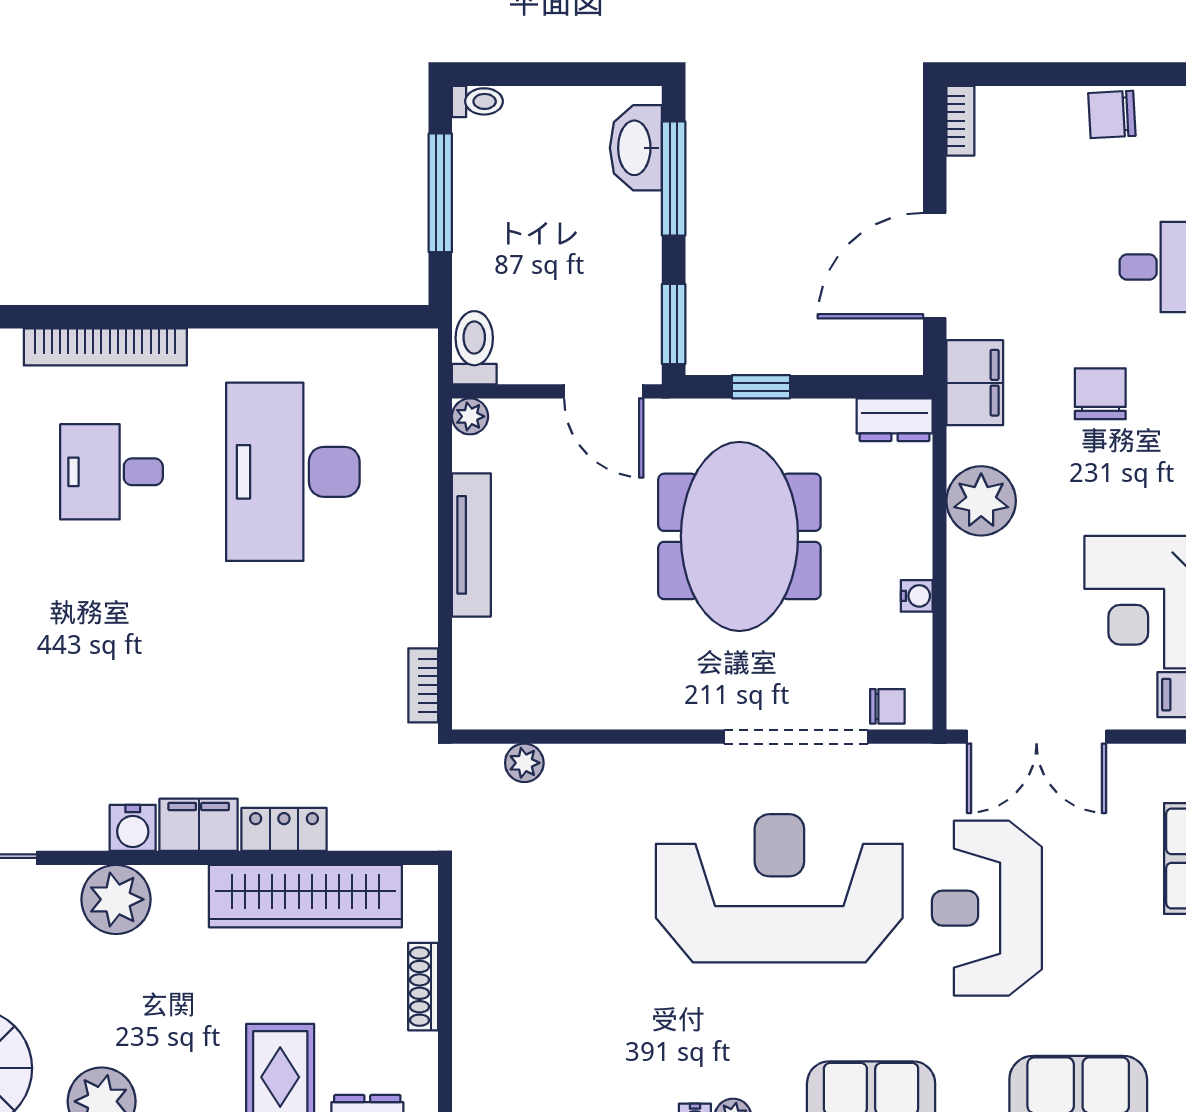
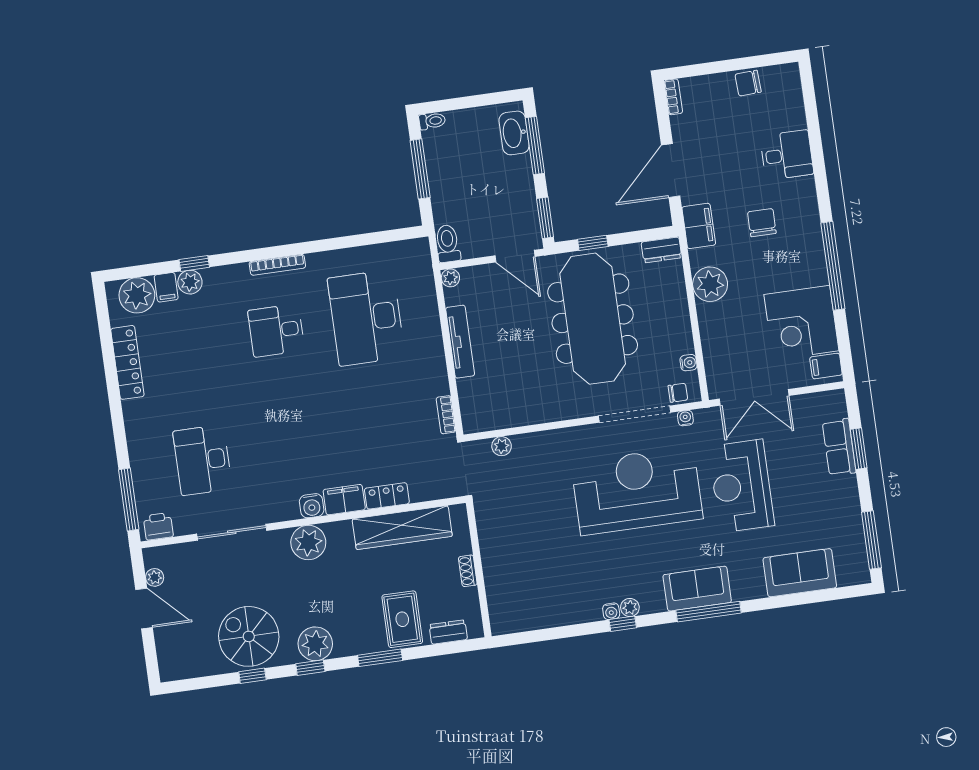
bookcase: (105, 347) -> (277, 265), width x0.68, depth x0.76
meeting table: (739, 536) -> (593, 319), width x1.36
water cooler: (917, 596) -> (689, 363), moved
water cooler: (895, 758) -> (685, 418), added
shoe rack: (423, 987) -> (468, 571), width x0.70

